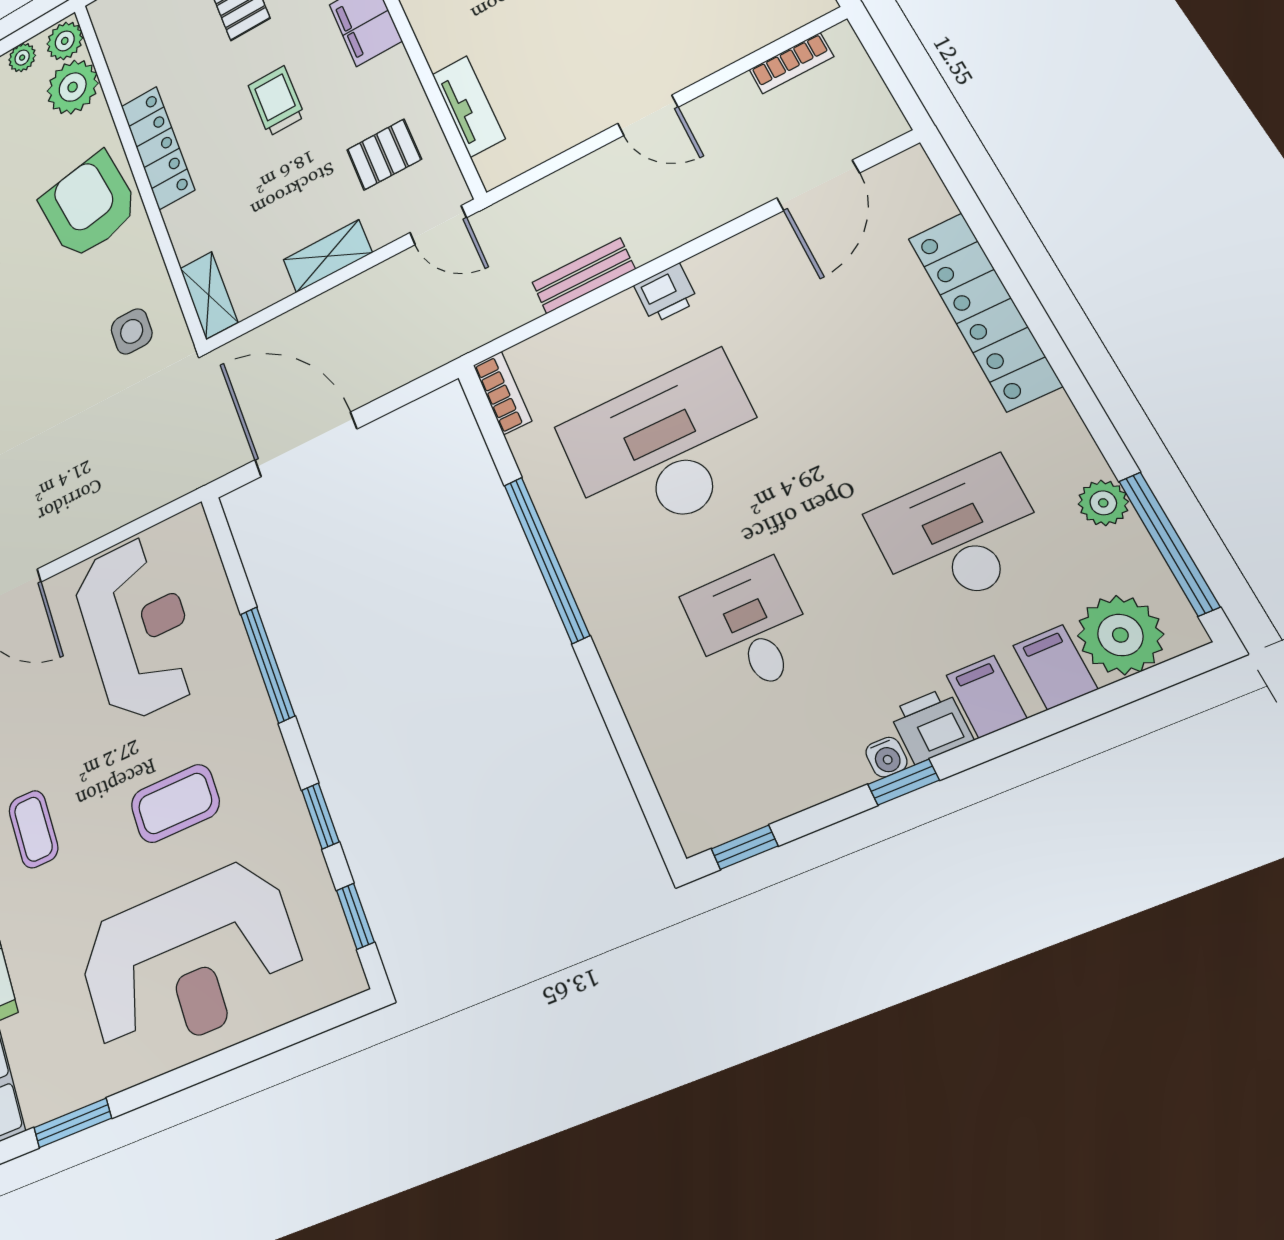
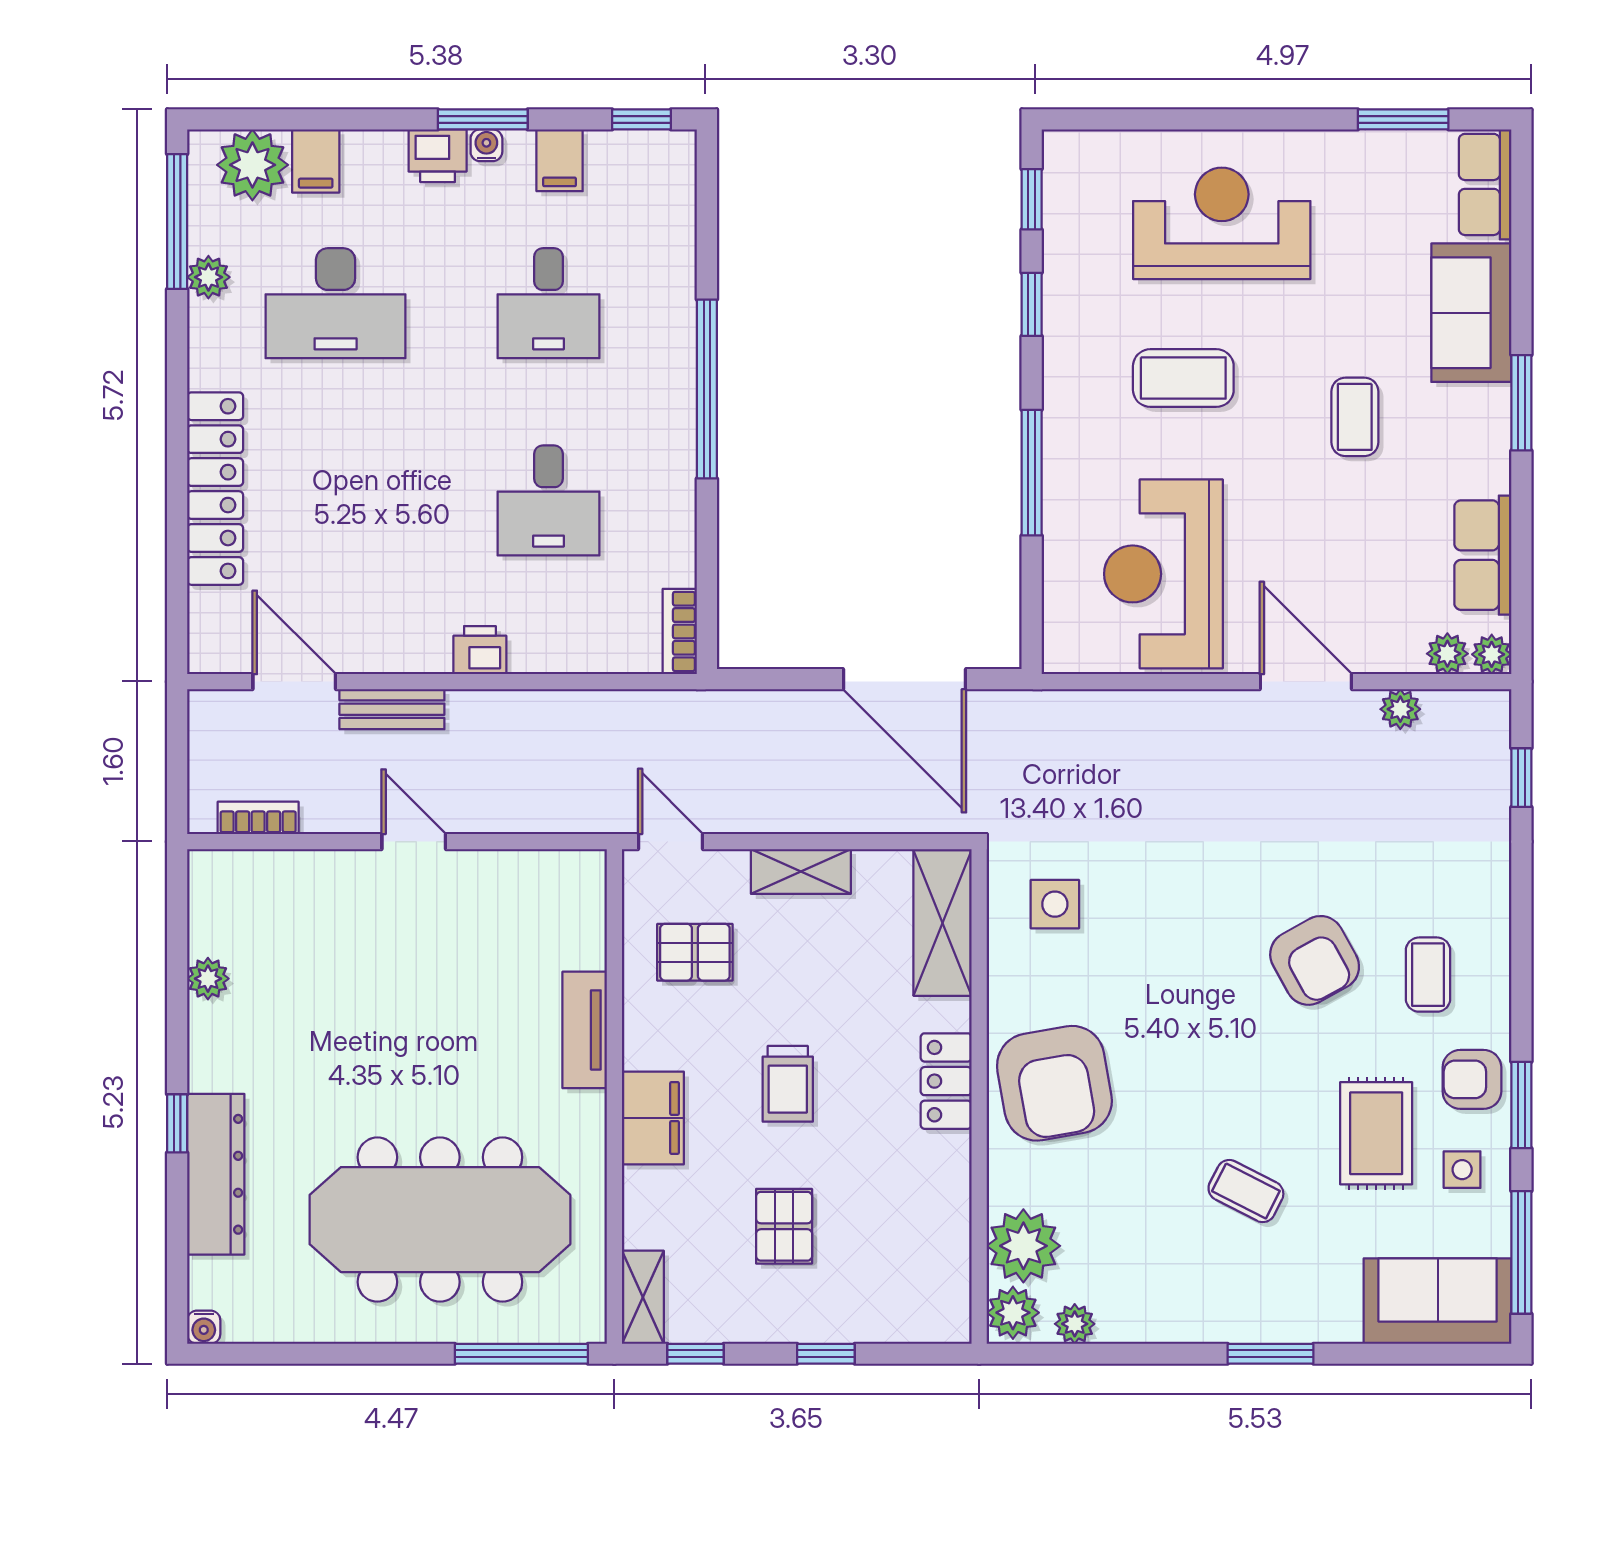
tv unit: (468, 106) -> (585, 1030), moved
locker: (158, 148) -> (946, 1081), width x0.66
door: (818, 185) -> (294, 682), hinge flipped
bench: (583, 276) -> (392, 709), moved
shelving: (209, 295) -> (943, 923), width x1.50, depth x1.33
desk: (666, 448) -> (548, 500), width x0.53, depth x0.77
window: (546, 559) -> (707, 389), moved
filing cabinet: (986, 697) -> (560, 160), moved
window: (903, 782) -> (483, 119), width x1.50
reception desk: (189, 960) -> (1222, 223), width x0.74, depth x0.77

